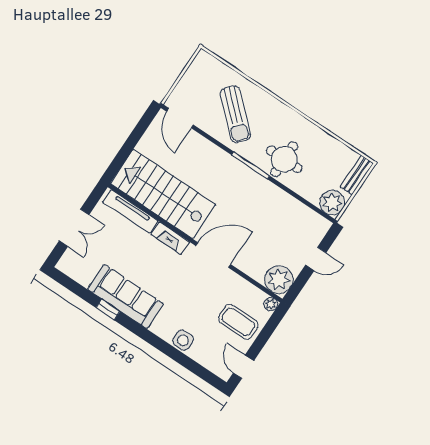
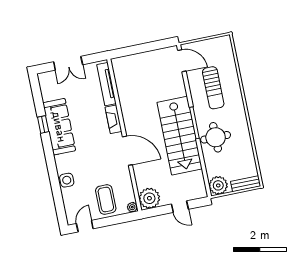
sun lounger: (235, 114) -> (213, 88), turned -43
door: (180, 118) -> (182, 61), swing flipped
stairs: (163, 194) -> (180, 136), moved, turned 180

